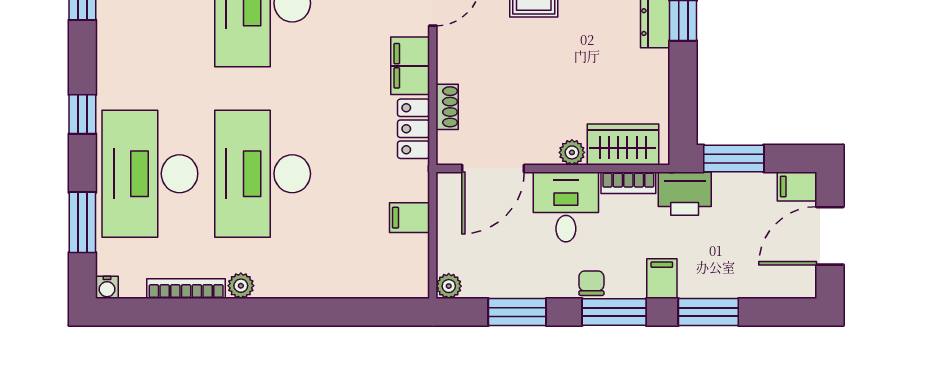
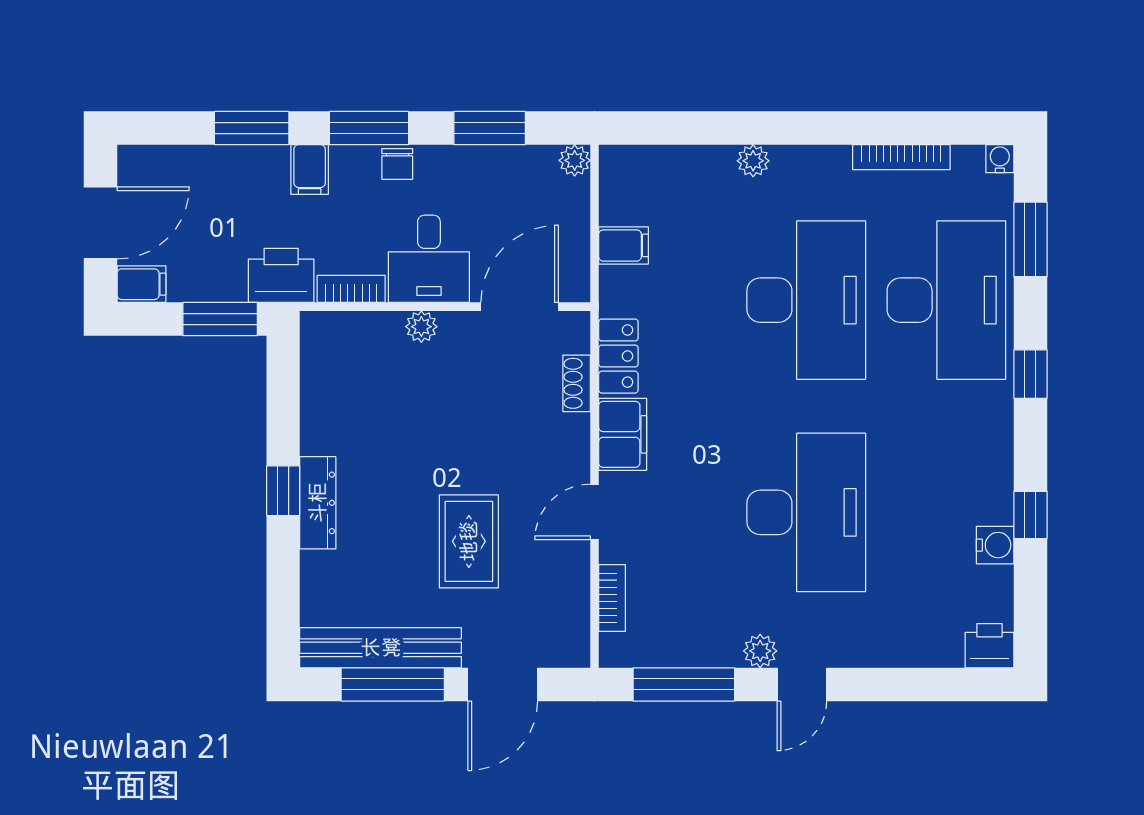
wardrobe: (623, 145) -> (358, 336), removed
plant: (241, 286) -> (753, 161), moved

